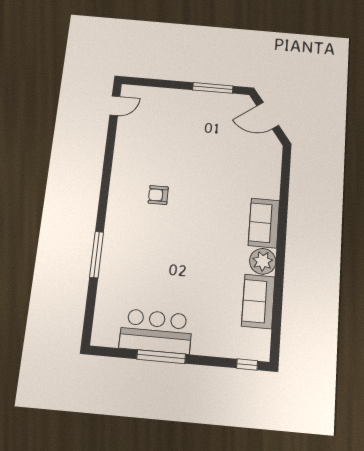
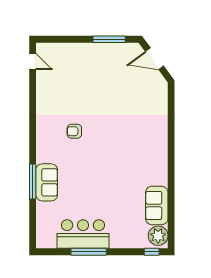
door: (115, 106) -> (33, 61), hinge flipped
sofa: (264, 223) -> (47, 182), moved, turned 180
plant: (263, 261) -> (158, 236), moved

